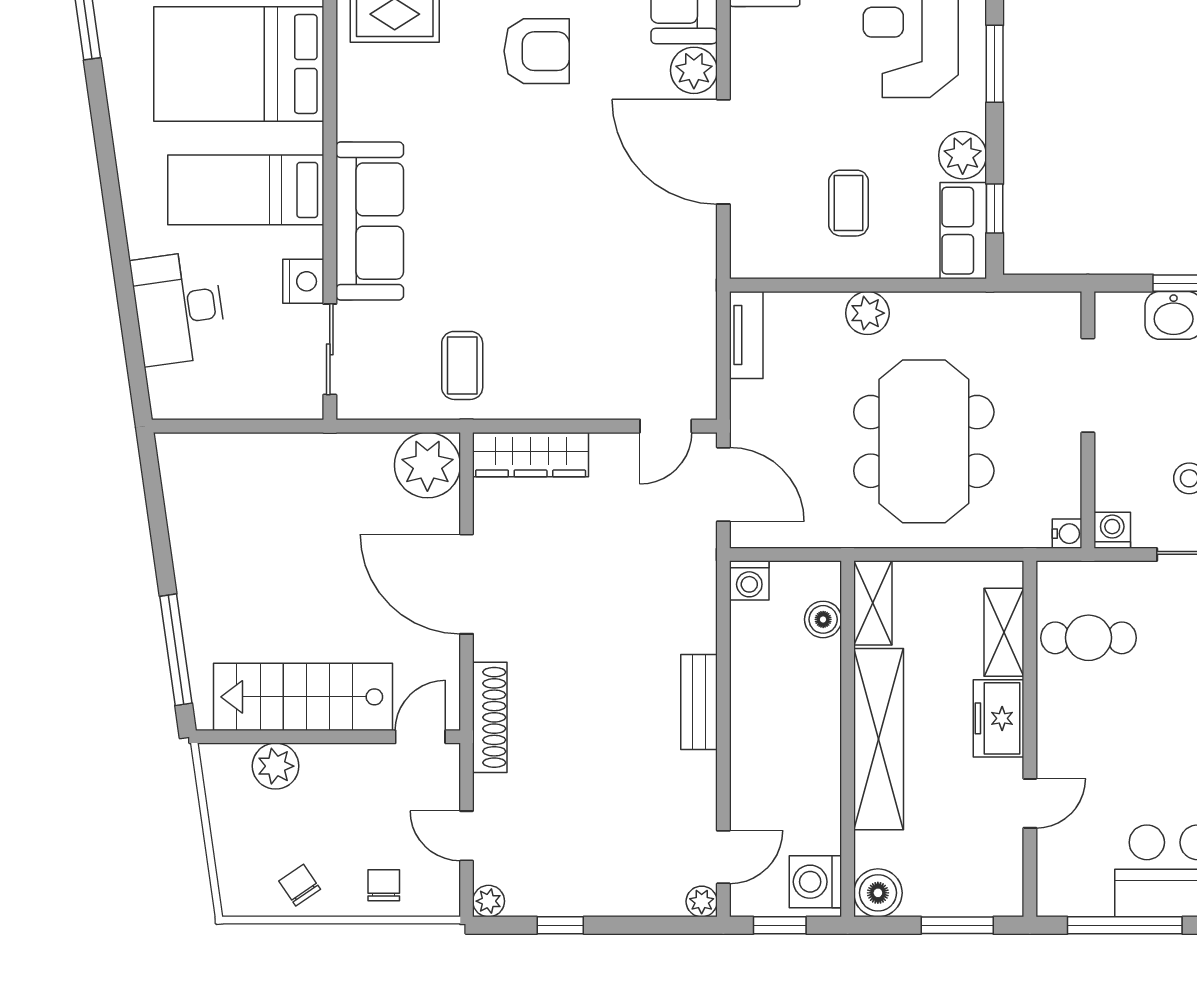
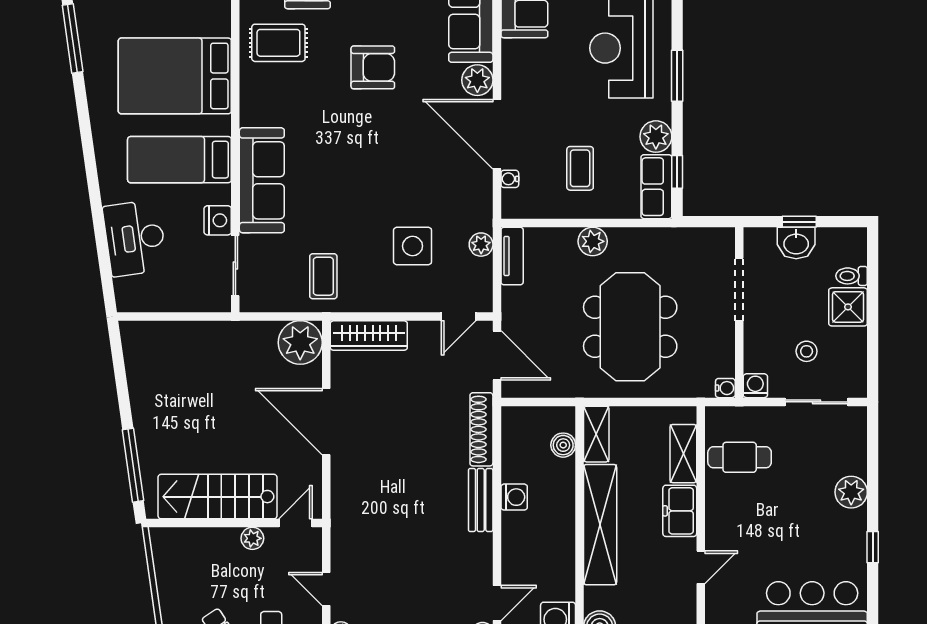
water cooler: (743, 219) -> (510, 179), added
plant: (699, 318) -> (481, 245), added
side table: (596, 320) -> (413, 246), added
washing machine: (749, 580) -> (514, 497), moved, turned -90
shoe rack: (490, 717) -> (481, 429), moved, turned 180
plant: (276, 766) -> (252, 538), moved, width x0.73, depth x0.73

